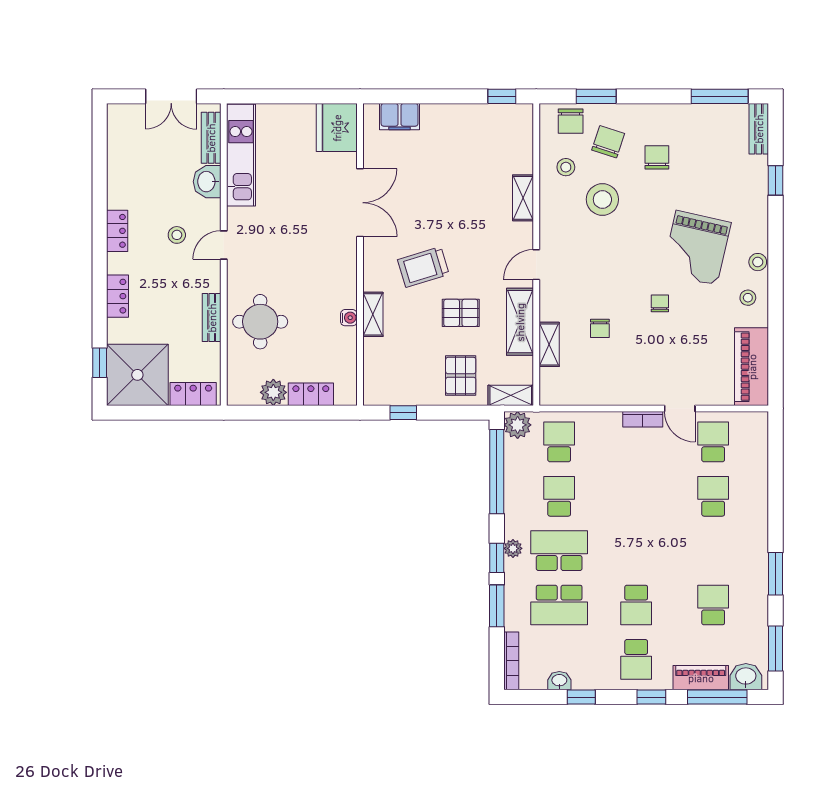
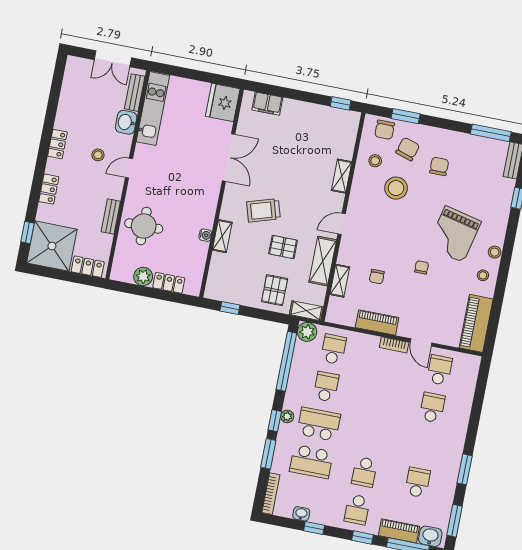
piano: (613, 393) -> (377, 323), added

